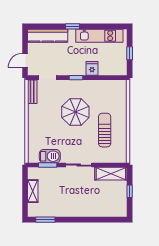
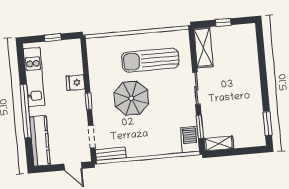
window: (73, 26) -> (26, 111), width x3.17
sun lounger: (105, 130) -> (150, 60), width x1.36, depth x1.34
barbecue: (50, 156) -> (190, 140), moved
shelving: (33, 191) -> (219, 144), moved

